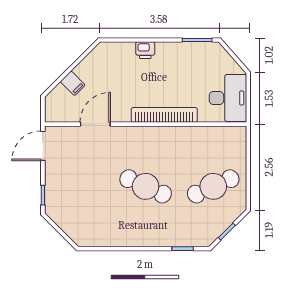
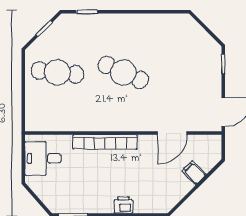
desk: (228, 98) -> (43, 158), width x0.73
cafe table: (213, 186) -> (57, 72), turned 30

